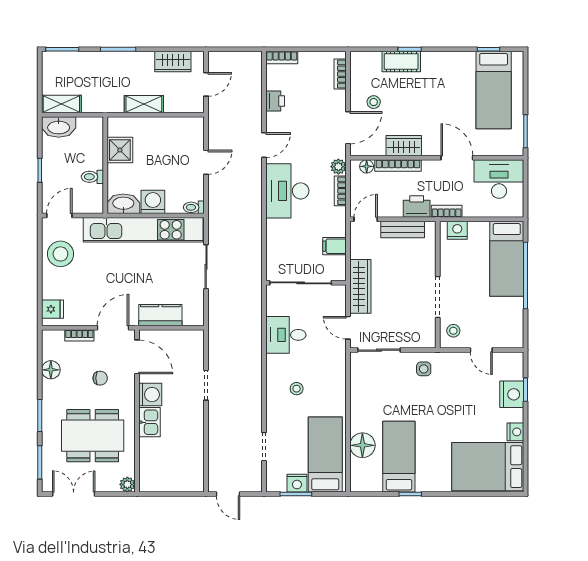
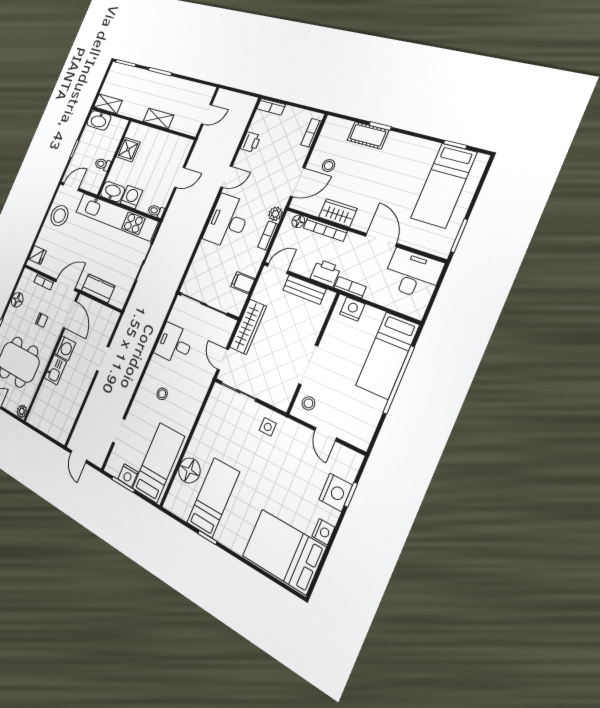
wardrobe: (173, 62) -> (192, 90), removed

